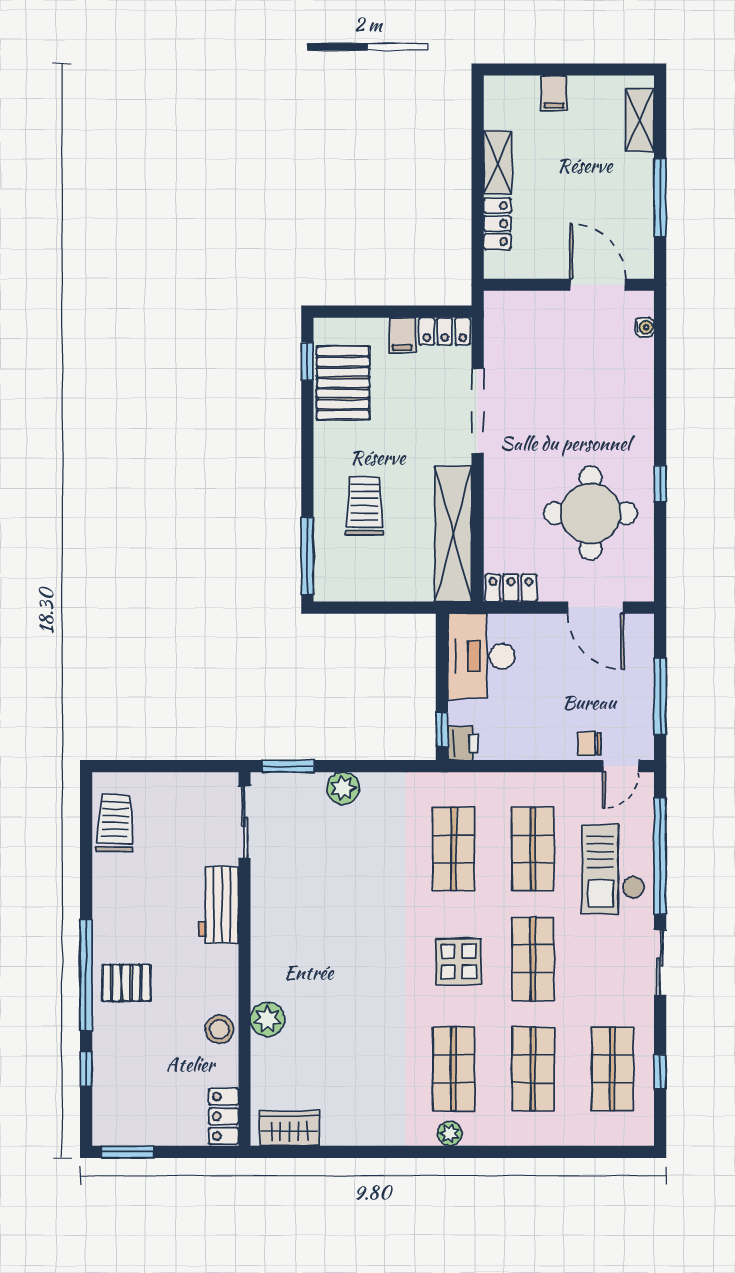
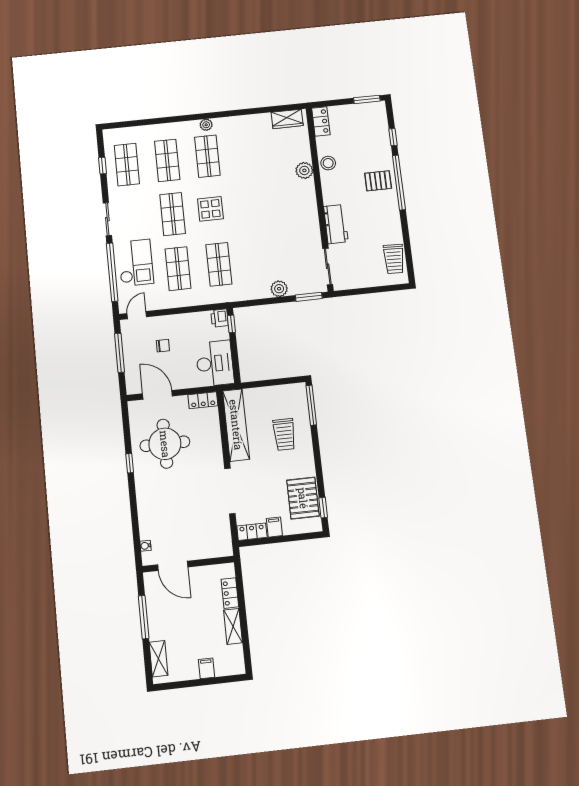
chair: (589, 744) -> (163, 346), moved

